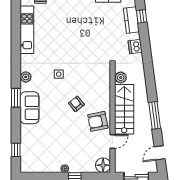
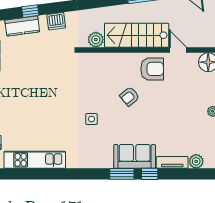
window: (142, 16) -> (30, 11), moved
plant: (26, 77) -> (196, 161), moved
armchair: (98, 121) -> (152, 69), turned -79
tv unit: (25, 137) -> (172, 162), added
window: (16, 150) -> (150, 174), moved

